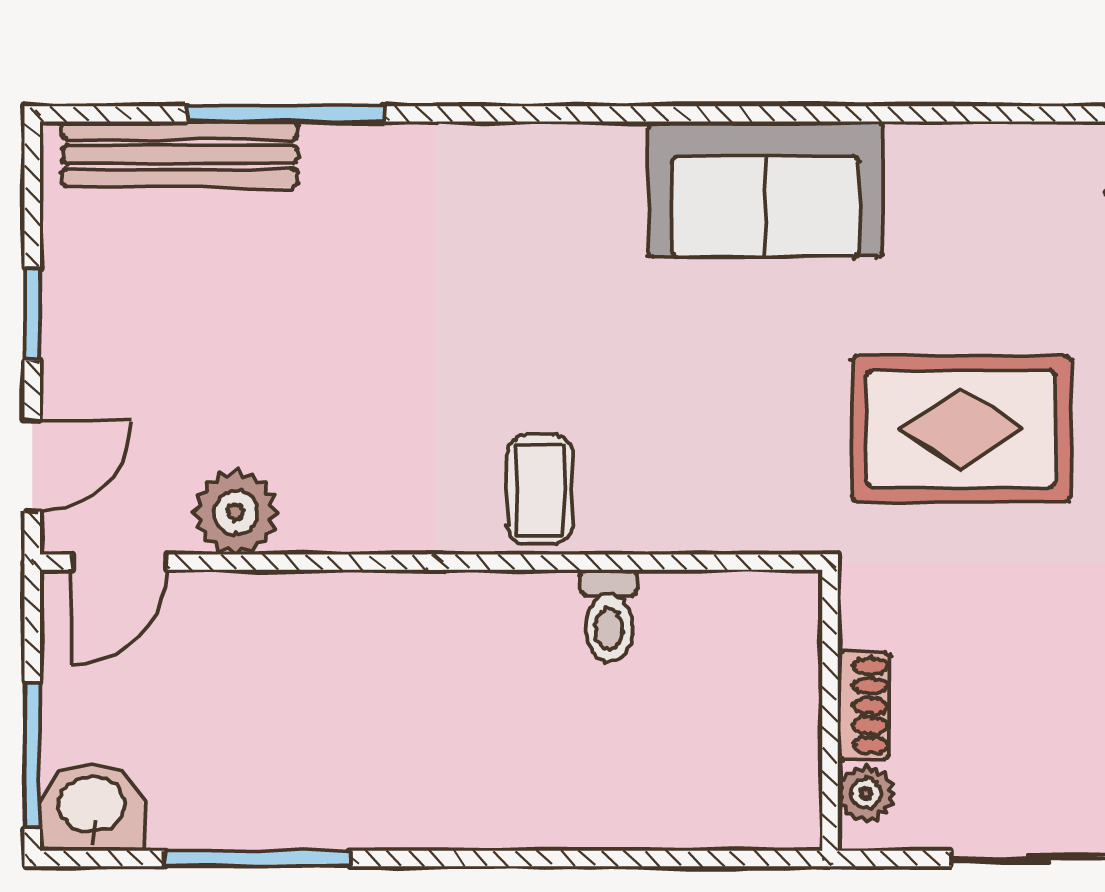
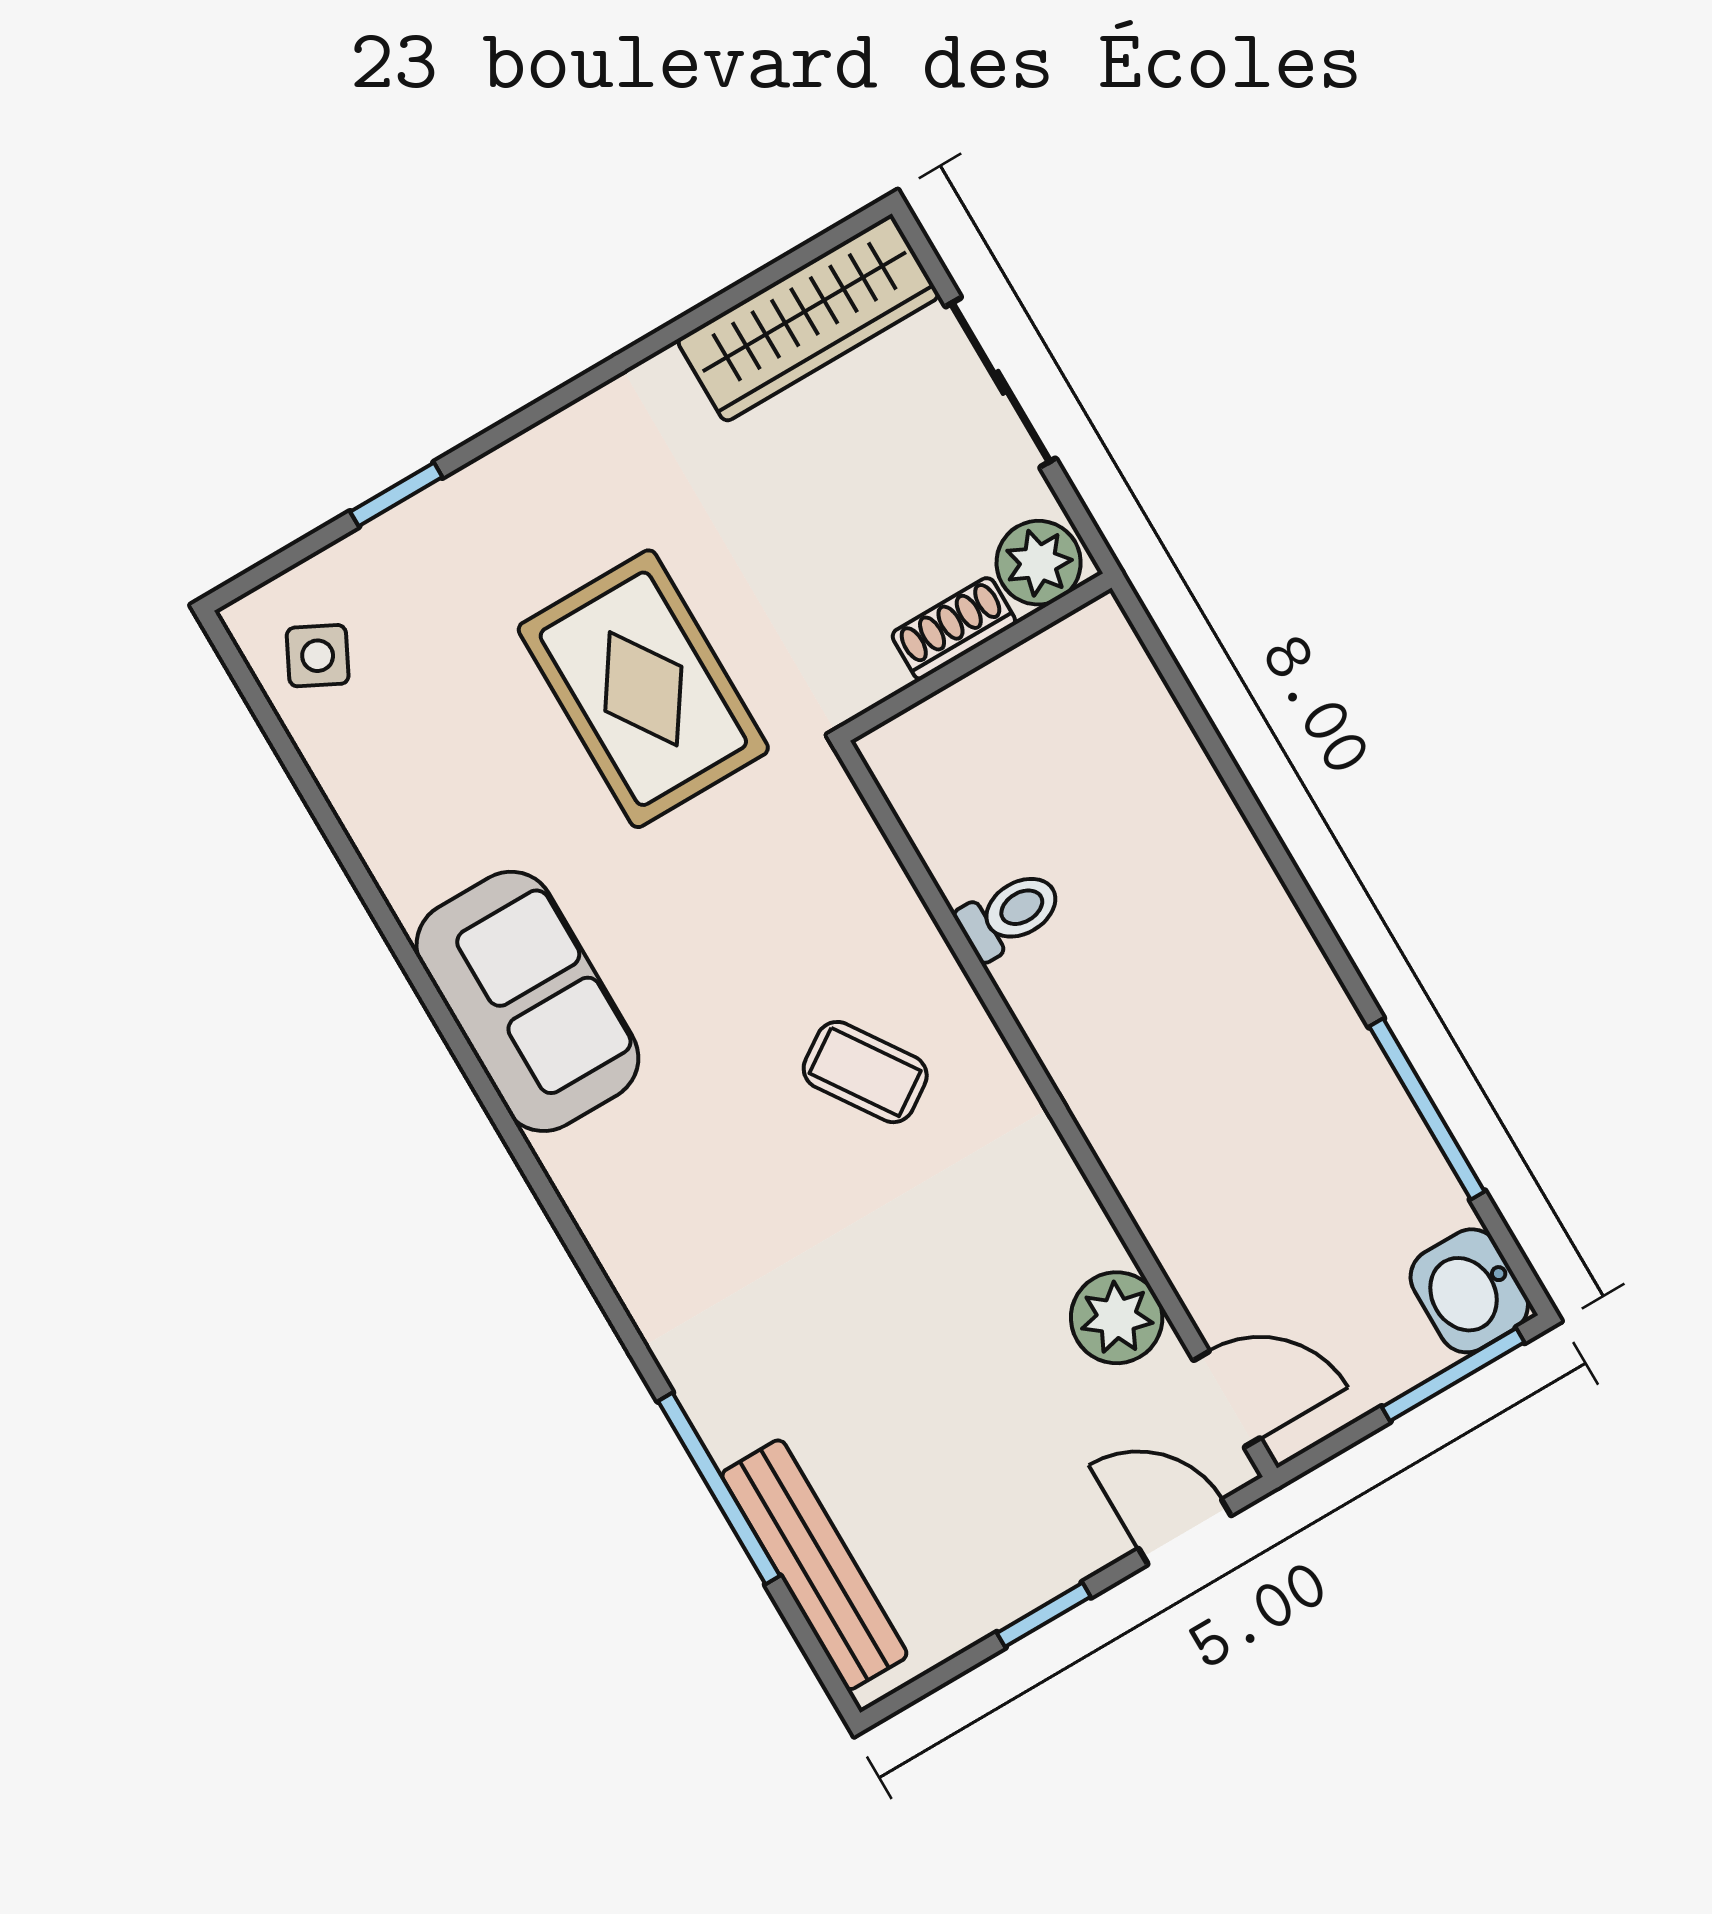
coffee table: (540, 489) -> (865, 1072), moved, turned 56
plant: (866, 794) -> (1039, 563), width x1.38, depth x1.38

